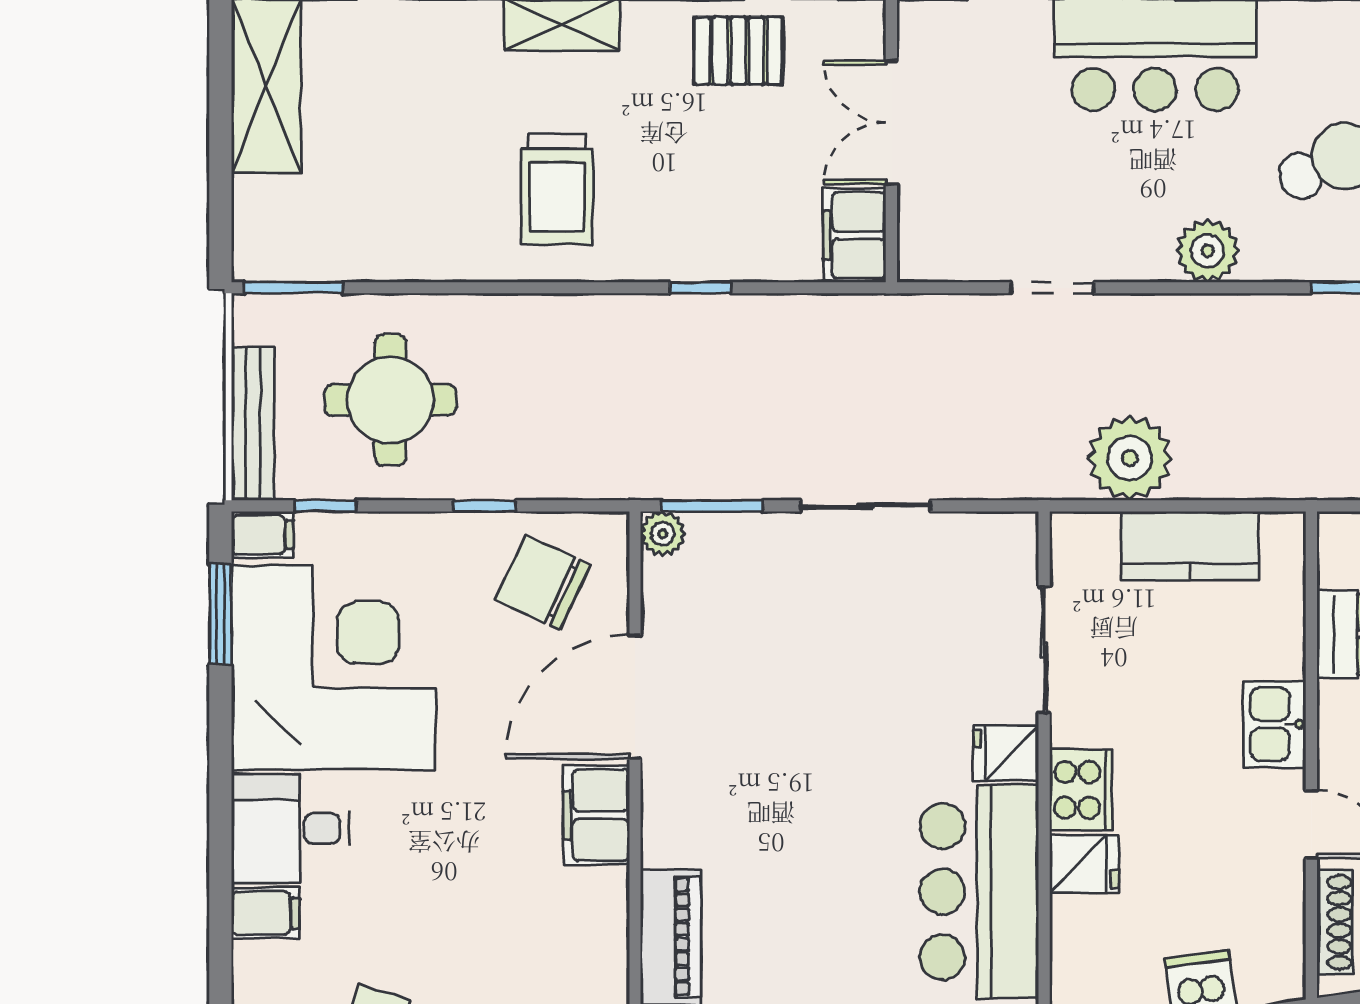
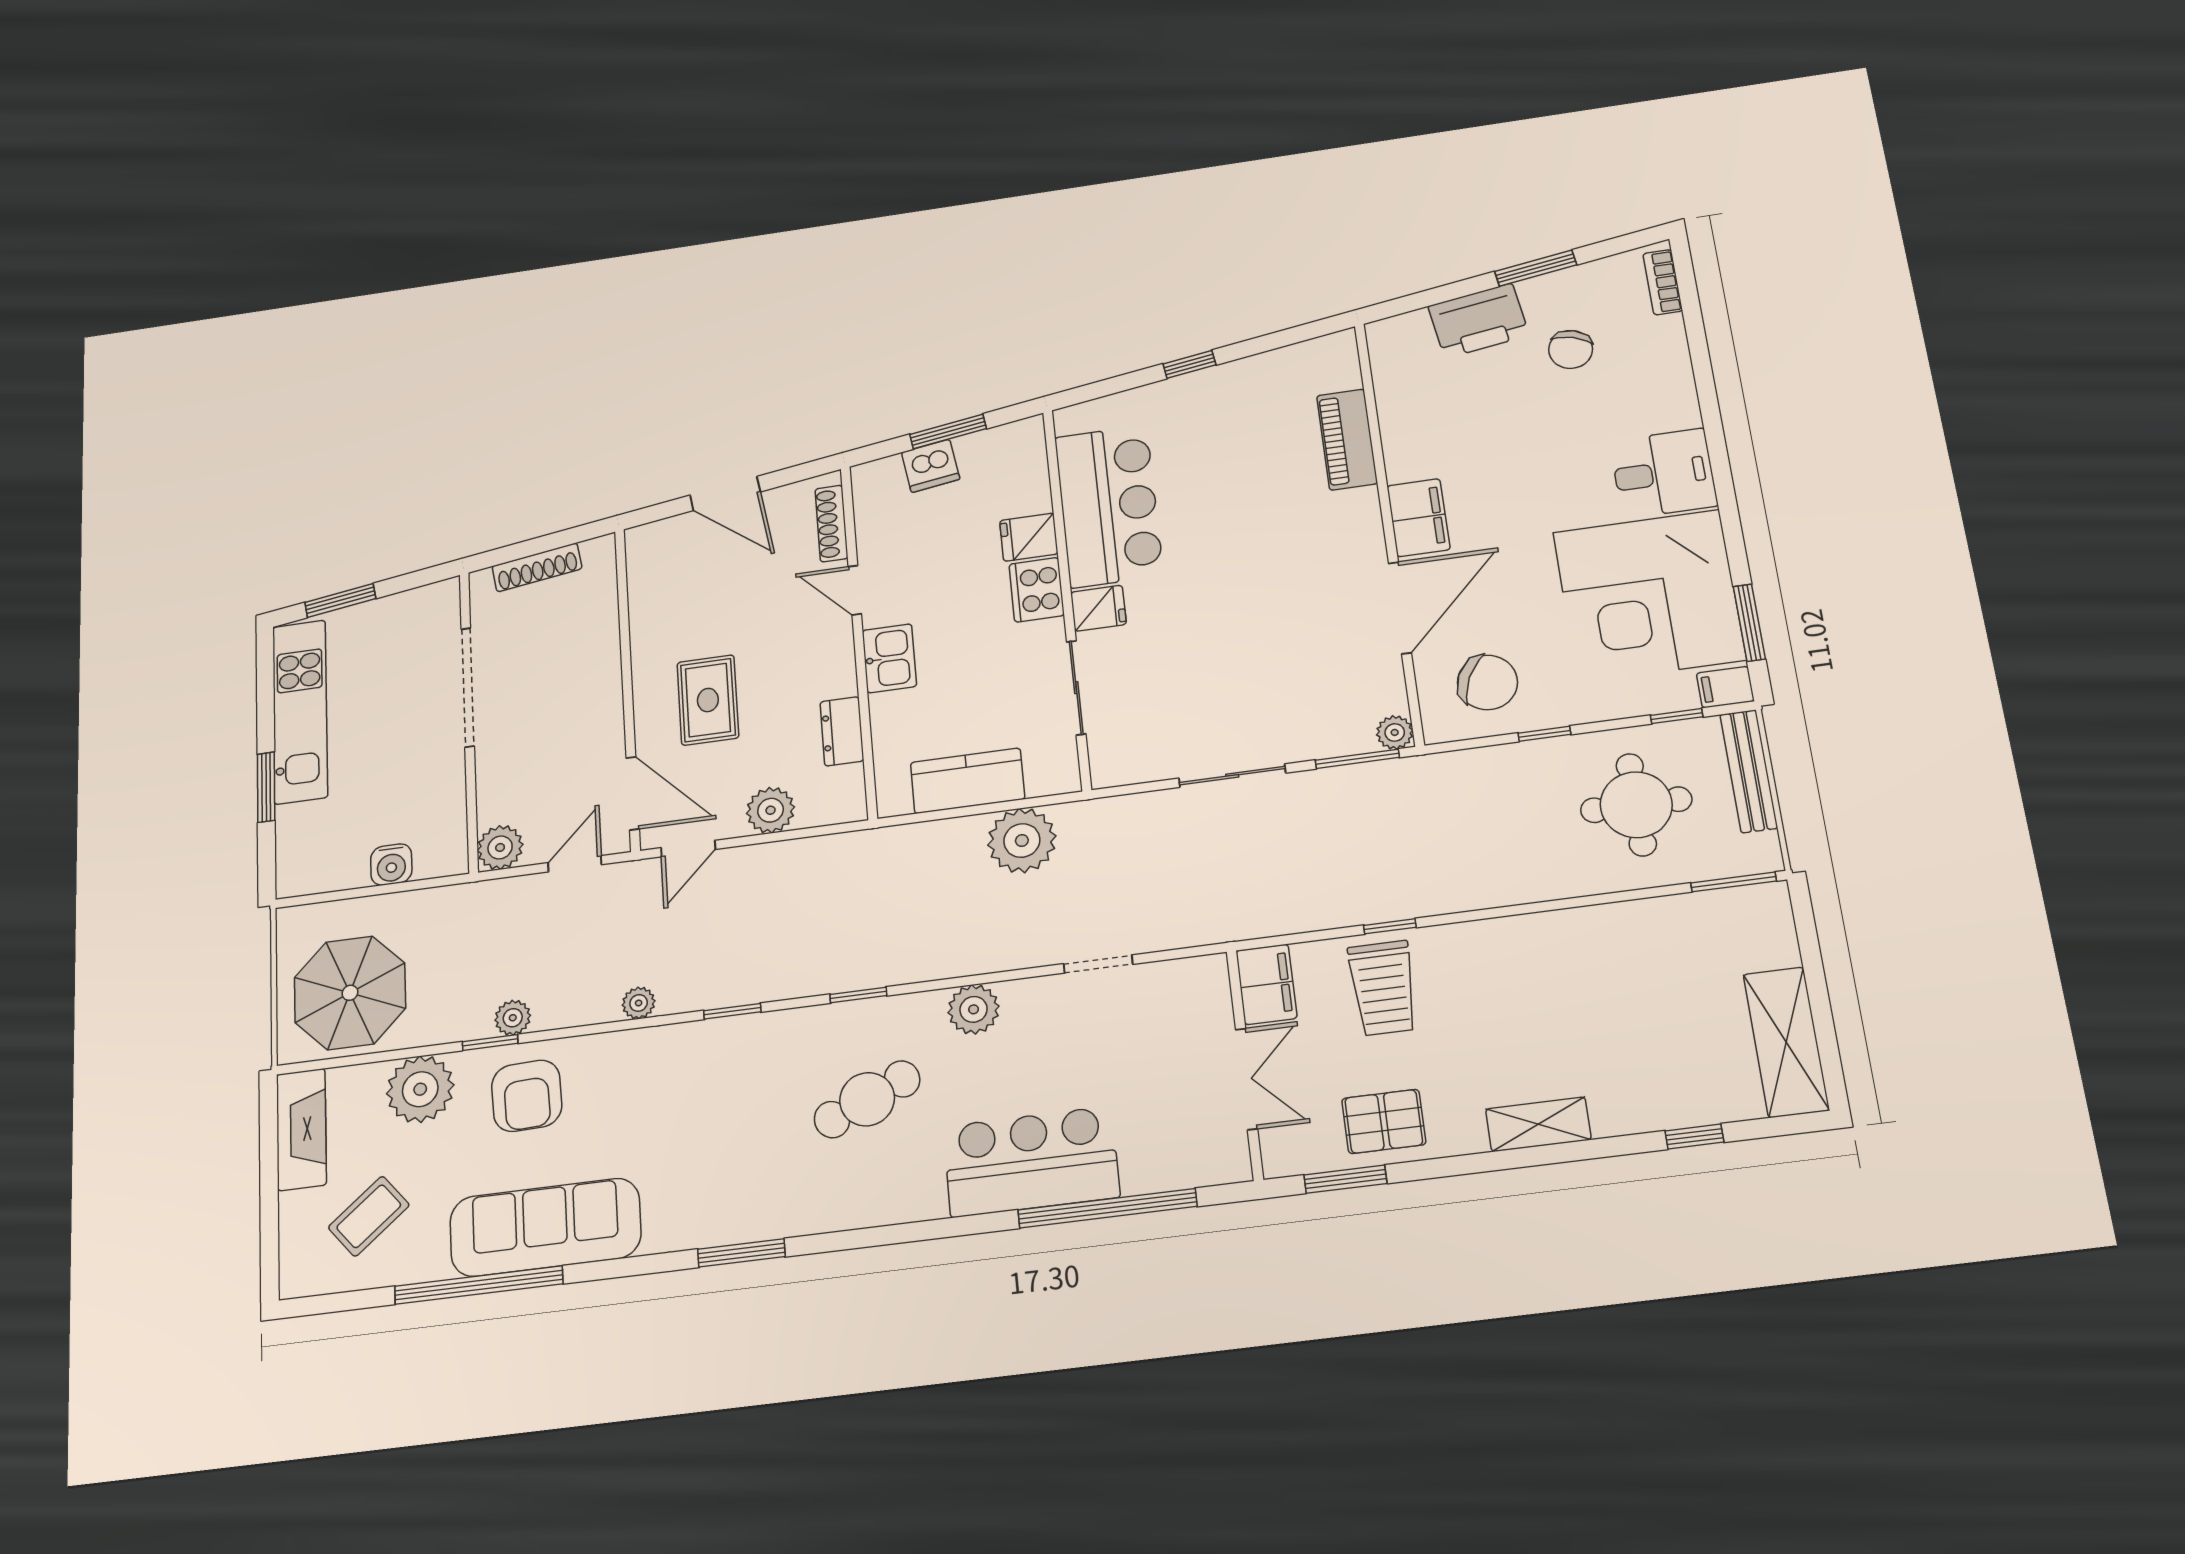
trolley: (557, 189) -> (1383, 988), moved, turned 180
filing cabinet: (265, 913) -> (1673, 410), removed

